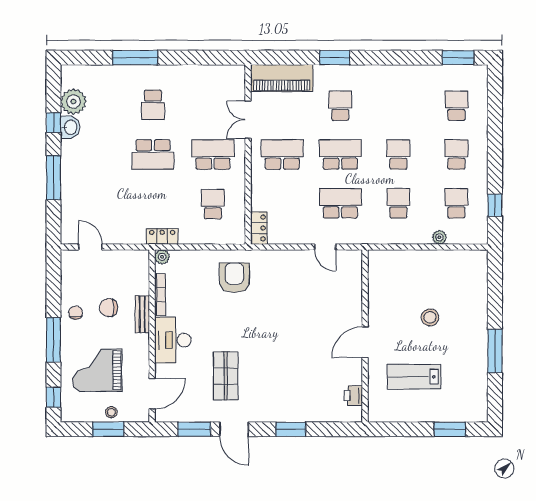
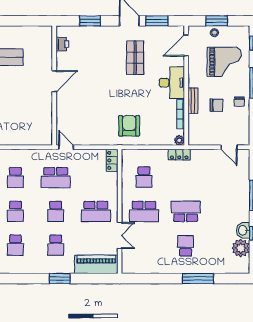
school desk: (398, 106) -> (15, 245), added
school desk: (340, 154) -> (56, 211), width x0.54
armchair: (234, 278) -> (129, 126), turned 180
wall: (365, 336) -> (54, 86), moved
door: (365, 342) -> (54, 81), moved
printer: (353, 396) -> (62, 44), moved

